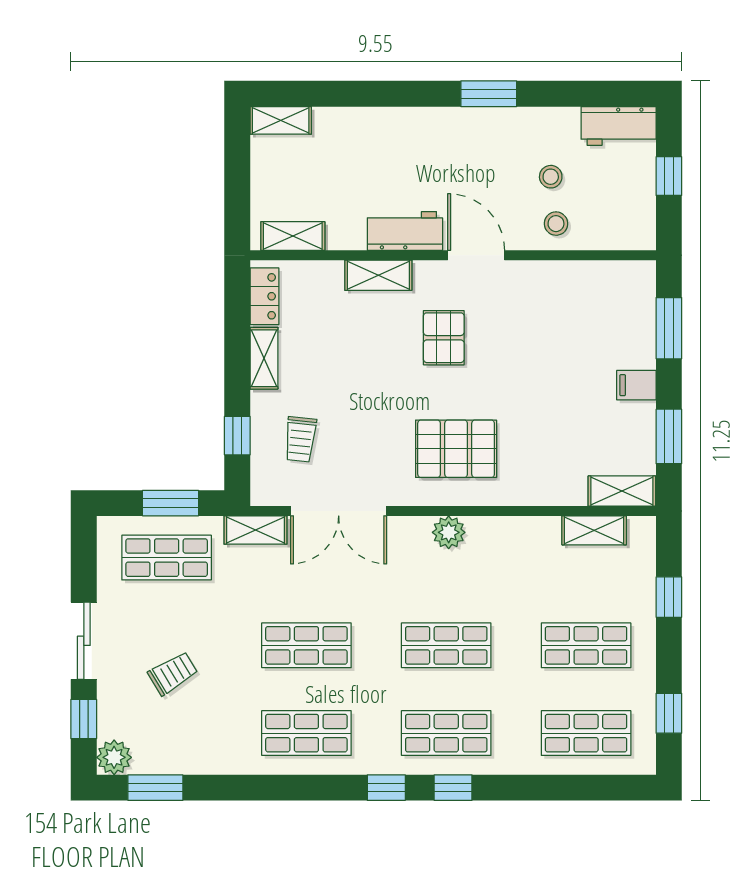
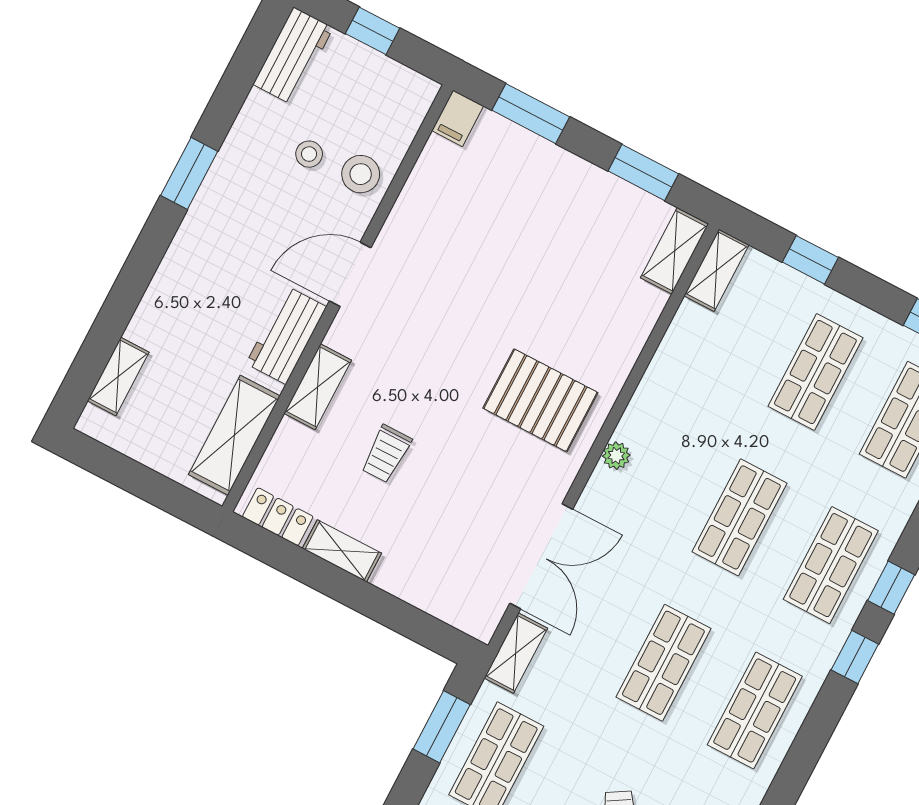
shelving: (281, 120) -> (118, 376), moved
stool: (556, 224) -> (361, 174), width x1.37, depth x1.37
shelving: (293, 236) -> (234, 435), width x1.50, depth x1.33
pallet: (444, 338) -> (418, 353), removed
filing cabinet: (636, 385) -> (458, 118), moved
window: (237, 436) -> (408, 621), removed
trolley: (300, 439) -> (386, 454), moved, turned 84
pallet: (456, 449) -> (540, 400), turned 90
shelving: (594, 530) -> (716, 270), moved
plant: (449, 532) -> (616, 456), width x0.73, depth x0.73

